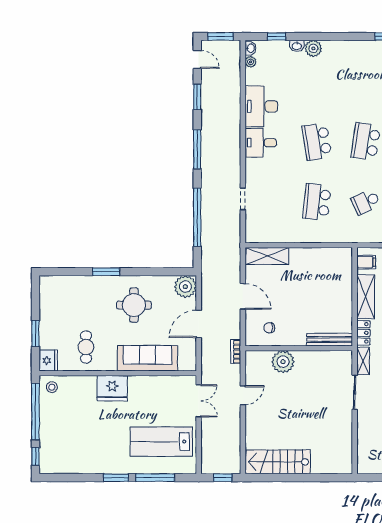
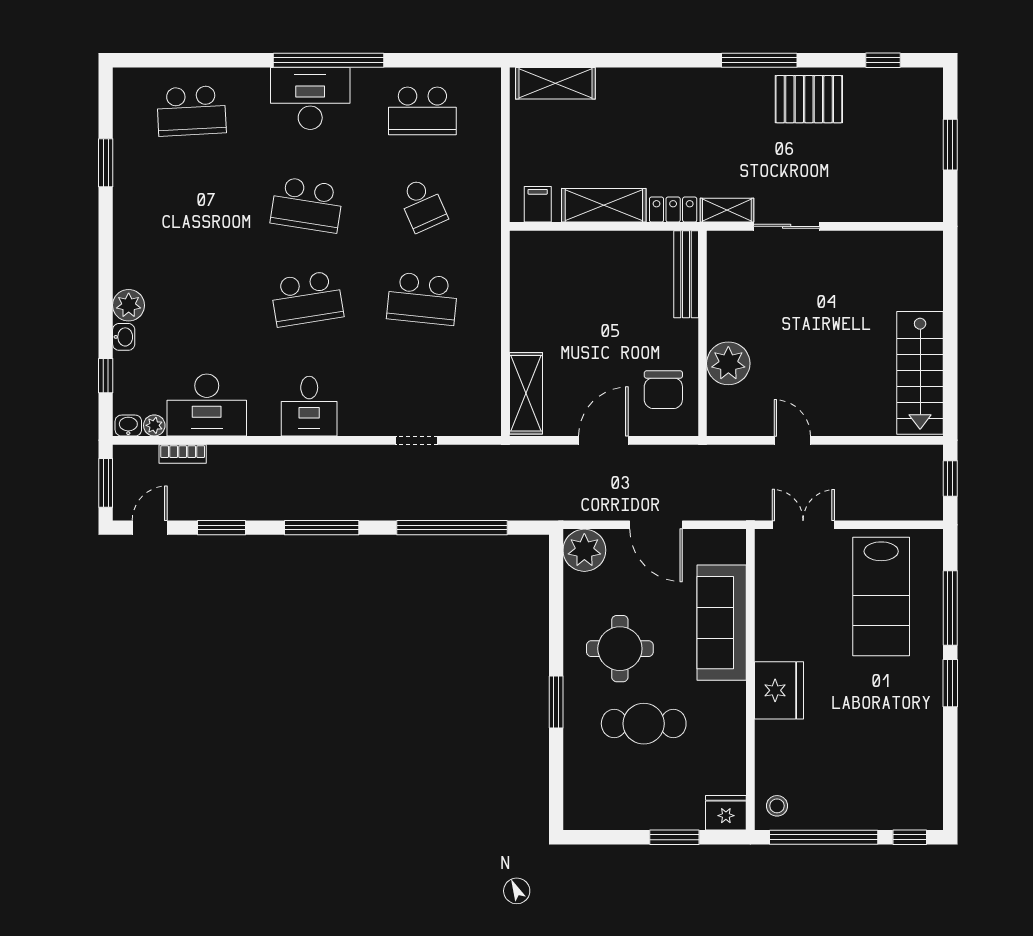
desk: (261, 106) -> (207, 405), moved
chair: (269, 328) -> (663, 390), width x1.87, depth x1.87
cafe table: (86, 347) -> (644, 724), moved, width x1.37, depth x1.35
bookcase: (236, 352) -> (183, 454), moved

